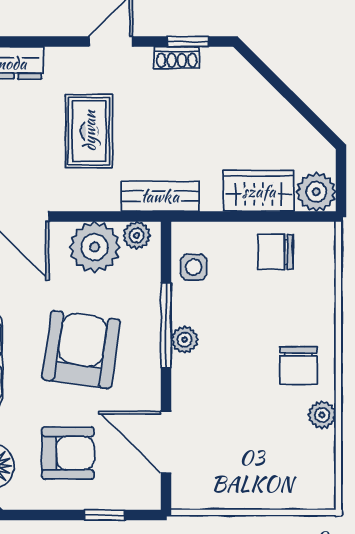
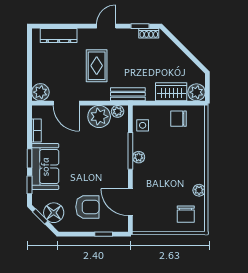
shoe rack: (177, 58) -> (149, 33), moved
armchair: (81, 350) -> (93, 162), removed
chair: (298, 366) -> (186, 214), moved

